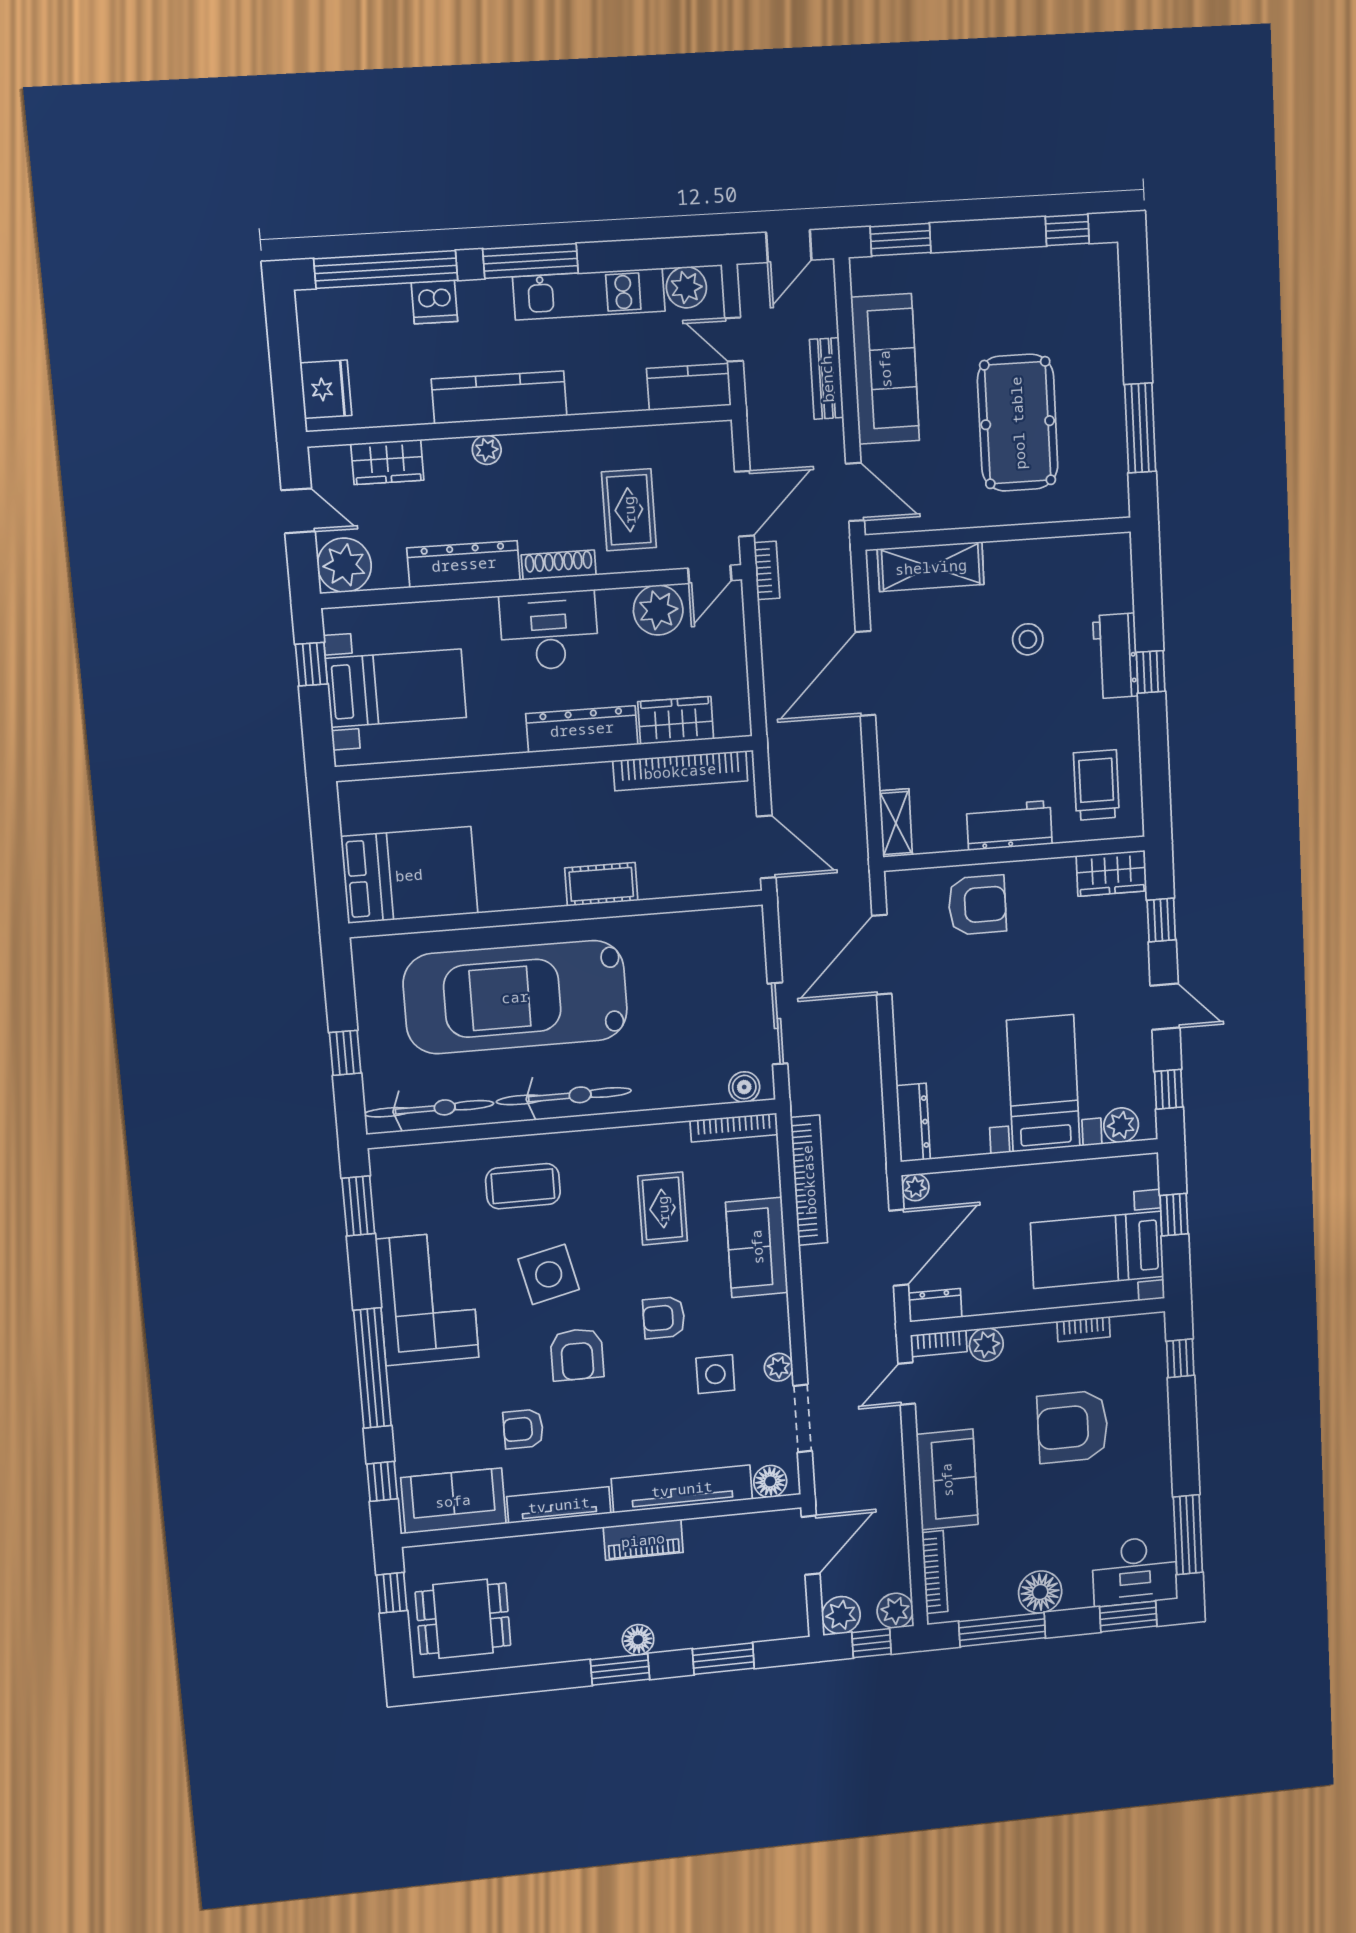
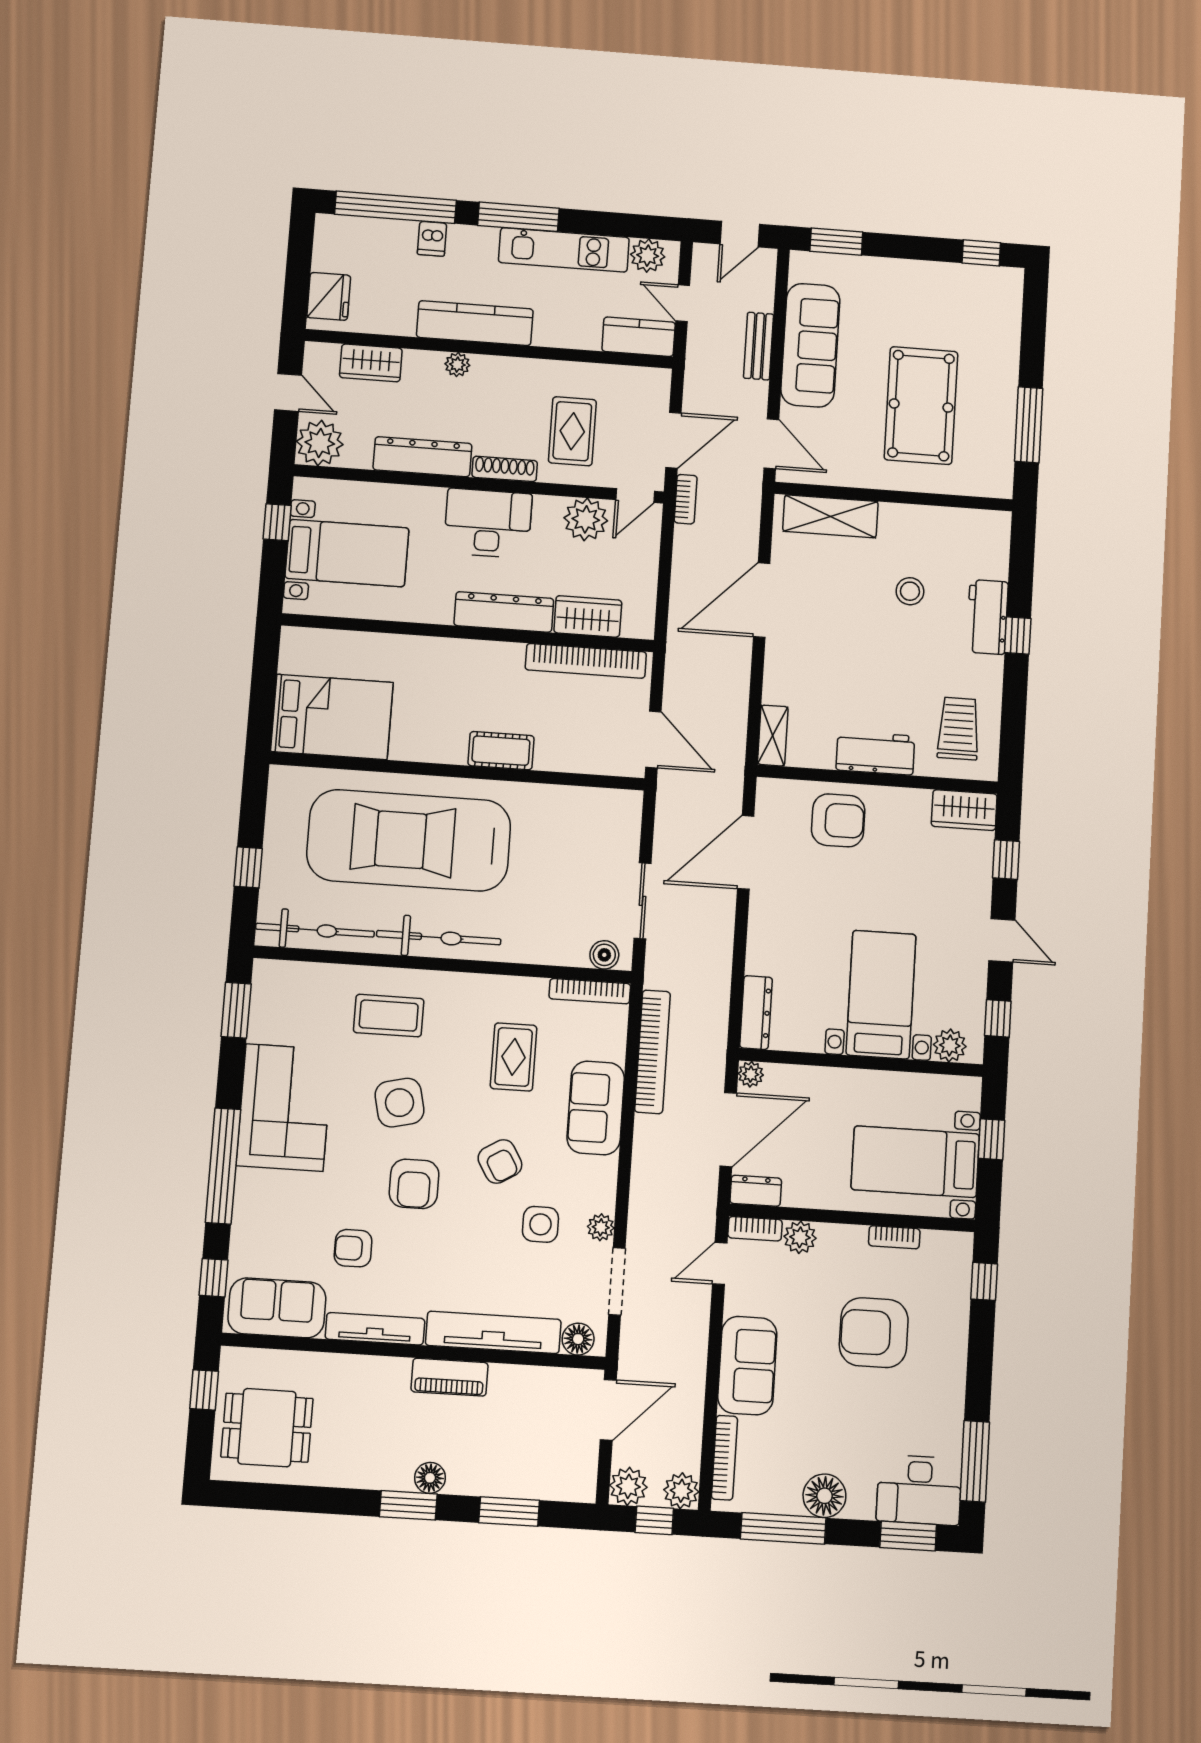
dishwasher: (434, 302) -> (432, 239), width x0.73
armchair: (664, 1318) -> (500, 1161), turned -121

